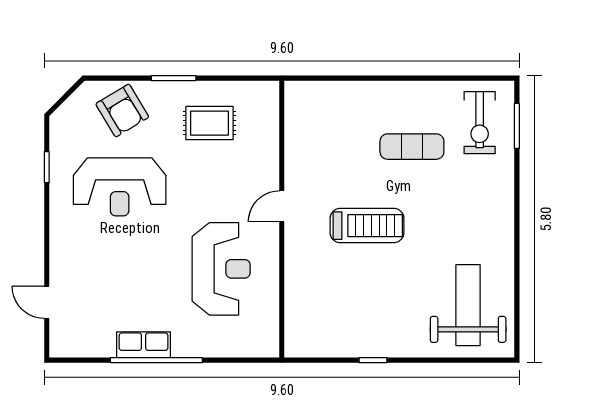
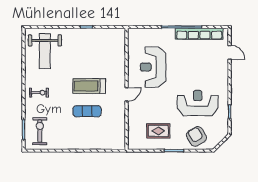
exercise mat: (412, 147) -> (87, 111), moved
exercise bike: (482, 210) -> (39, 93), added
row of seats: (144, 345) -> (199, 34), width x2.02

